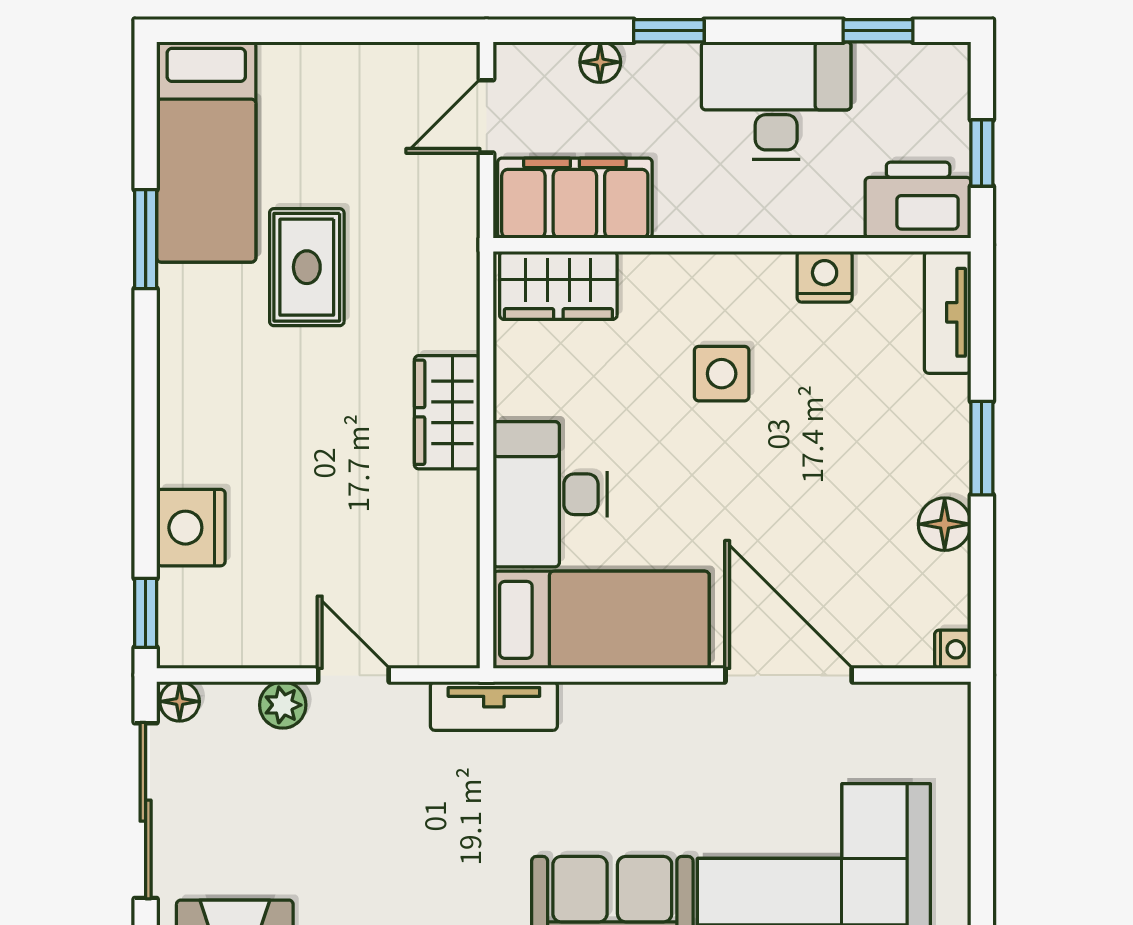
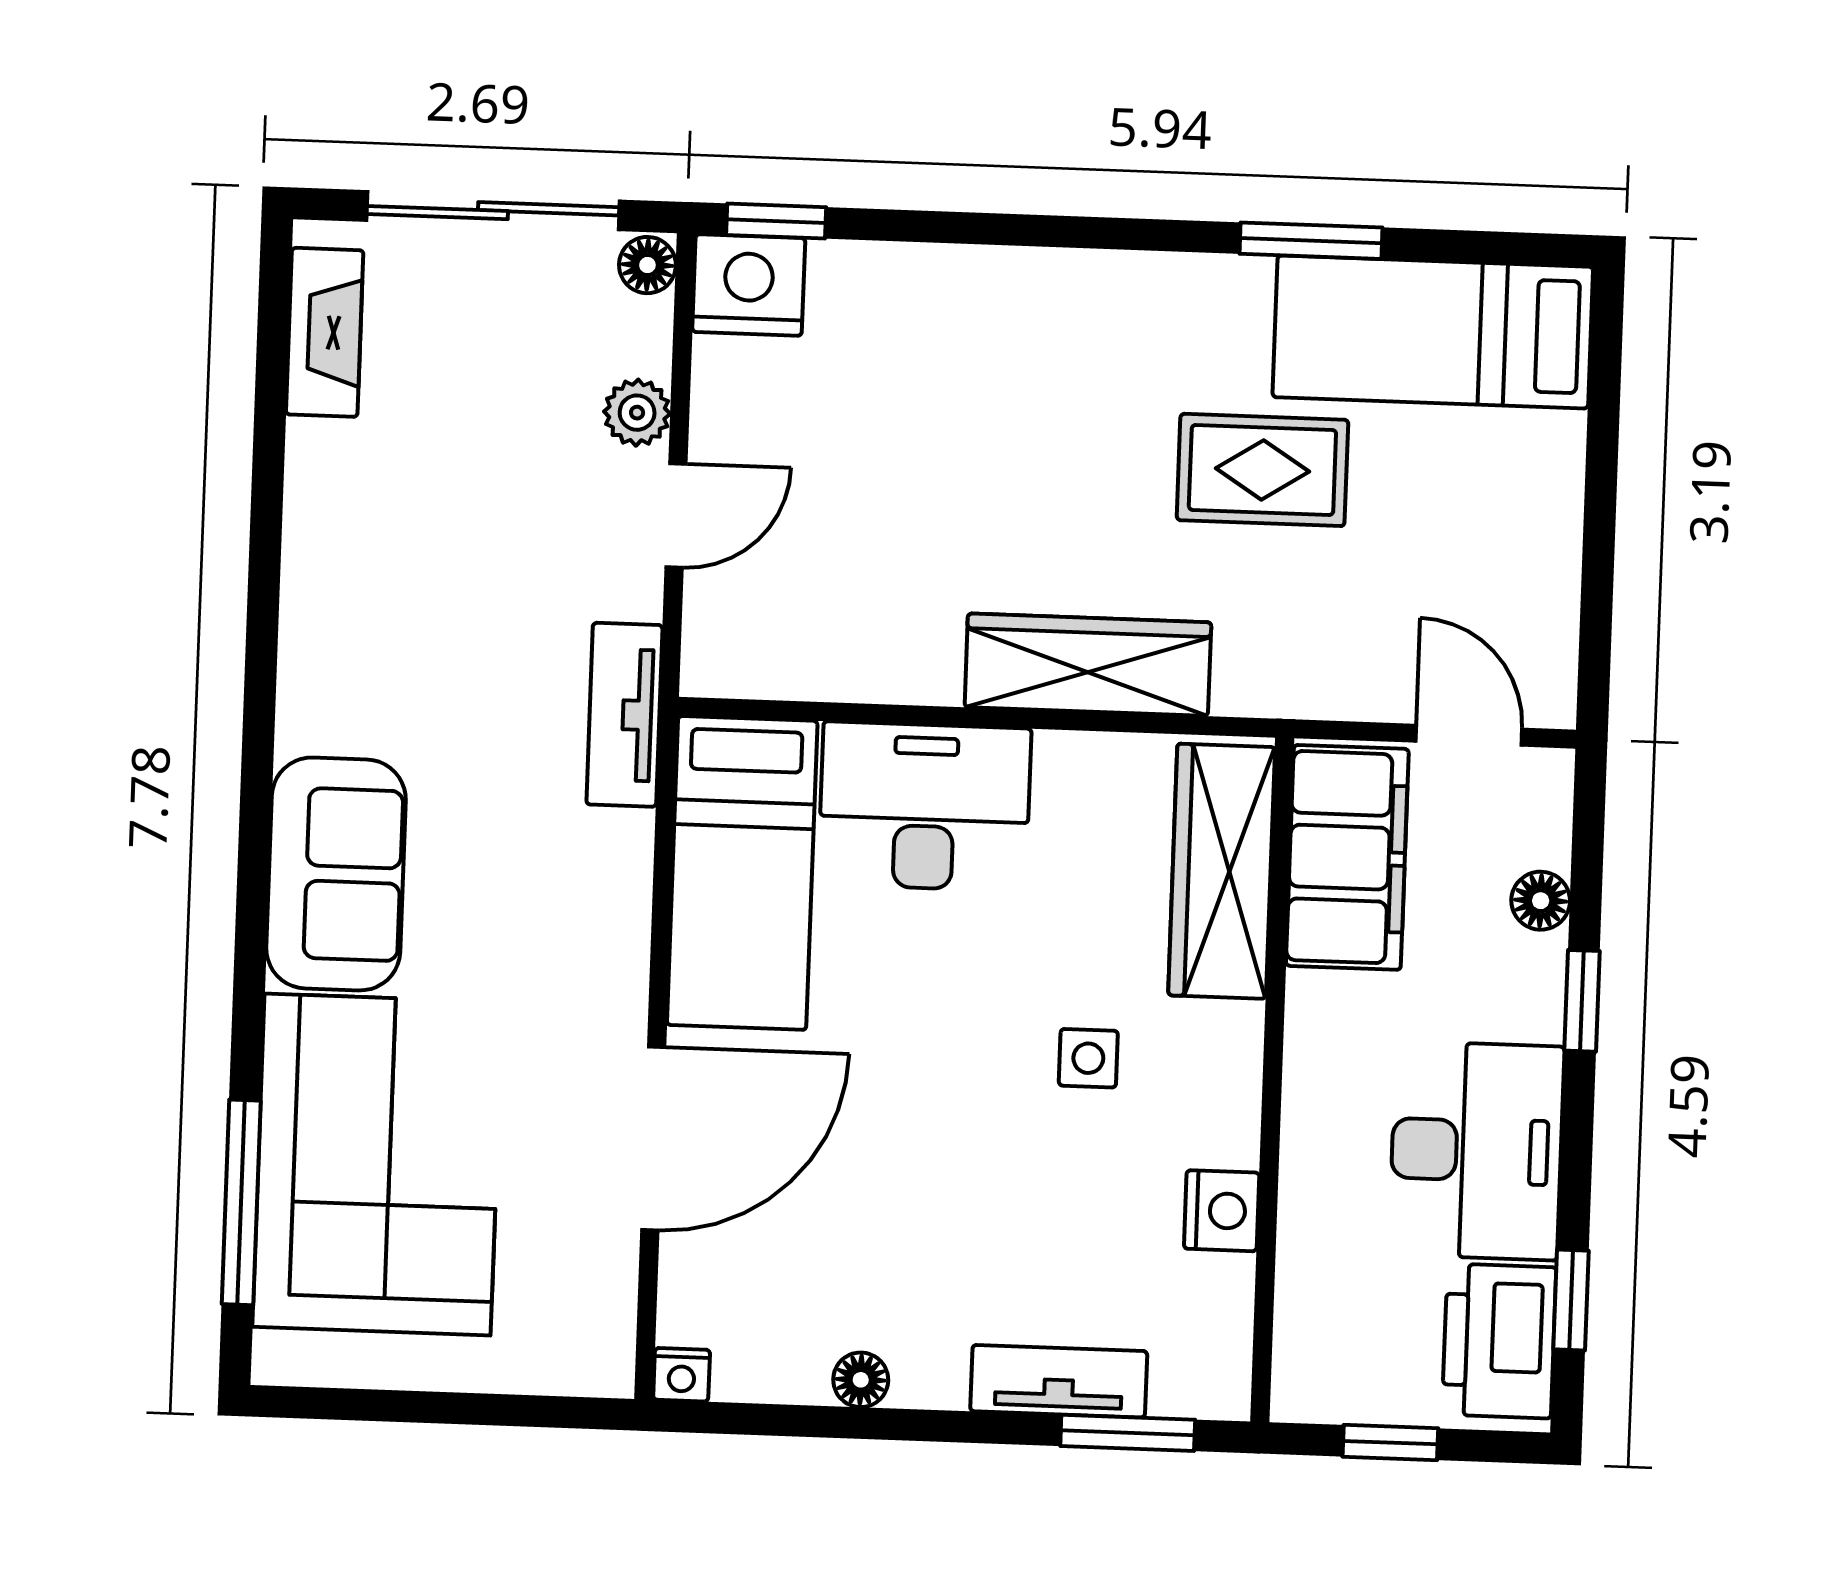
printer: (918, 200) -> (1499, 1341), moved, turned 180
wardrobe: (558, 285) -> (1222, 871), width x1.50
tv unit: (948, 312) -> (1059, 1381), moved
side table: (722, 374) -> (1088, 1058), width x0.73, depth x0.73
wardrobe: (447, 412) -> (1088, 665), width x1.50
window: (982, 448) -> (1128, 1433), moved
floor lamp: (945, 524) -> (861, 1380), width x0.73, depth x0.73
nightstand: (191, 528) -> (749, 285), moved

